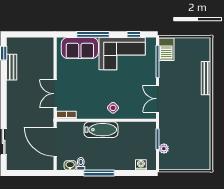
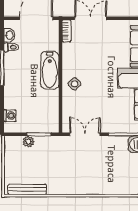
bench: (206, 78) -> (27, 190), moved

